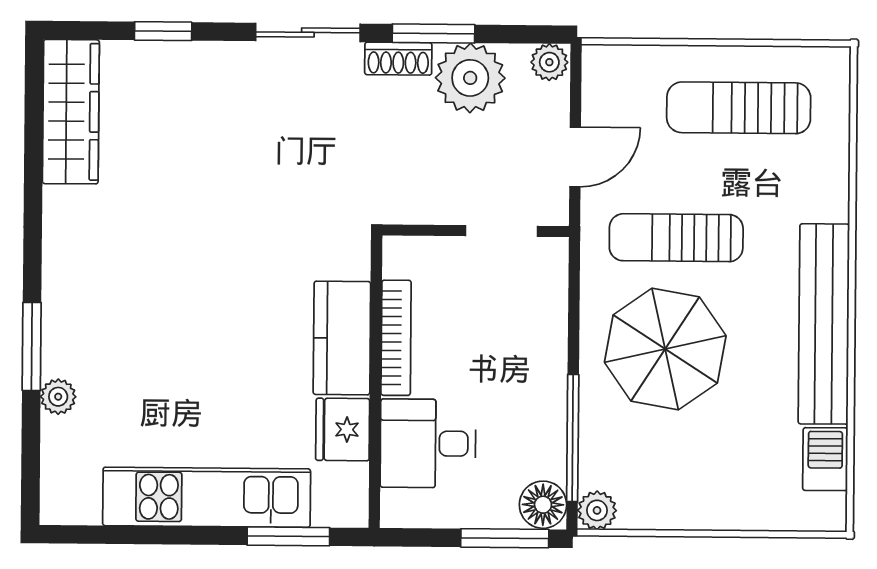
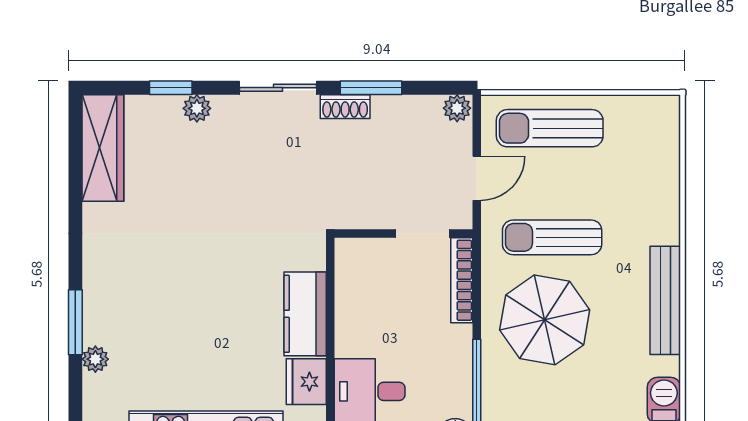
plant: (470, 78) -> (197, 108), moved, width x0.53, depth x0.53
sun lounger: (739, 108) -> (550, 128), moved
bench: (824, 324) -> (665, 300), width x0.73, depth x0.82
bookcase: (396, 338) -> (462, 280), moved, turned 180

